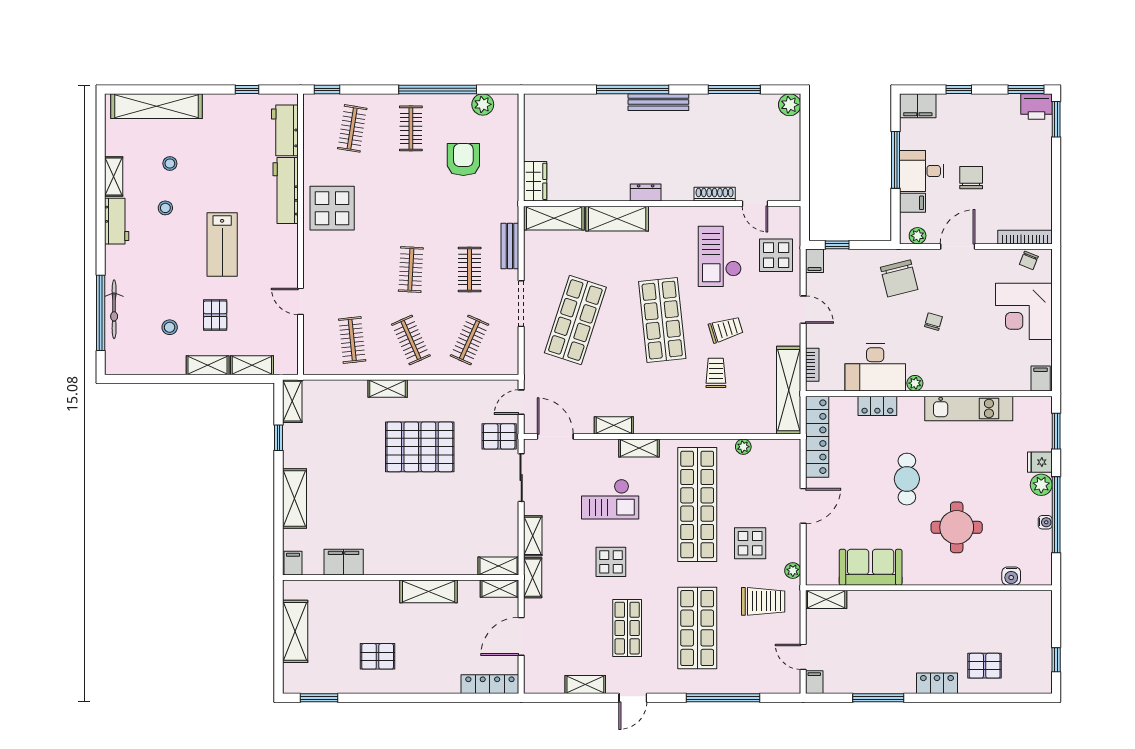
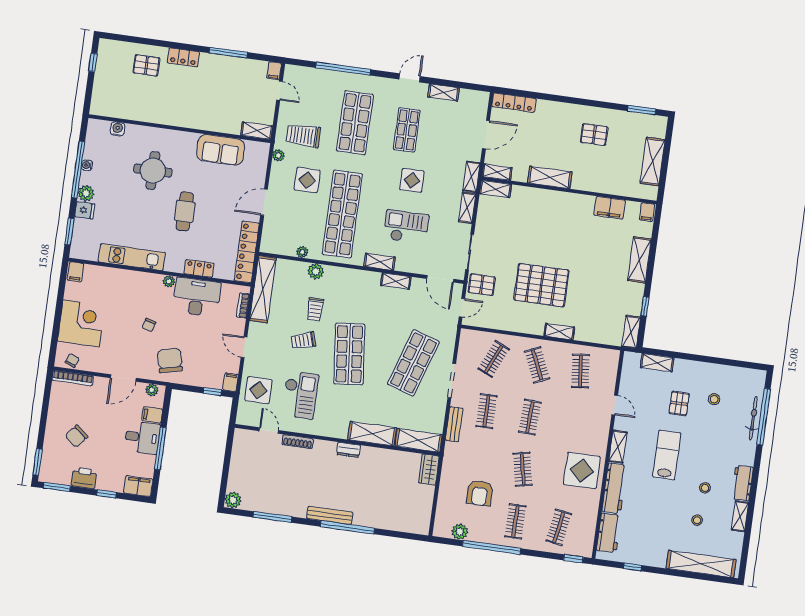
printer: (1036, 107) -> (84, 478), moved
chair: (971, 178) -> (76, 436), moved, turned 40
clothes rail: (411, 199) -> (523, 469), added
shelving: (208, 365) -> (618, 447), moved, turned 90
plant: (722, 424) -> (316, 271), added

